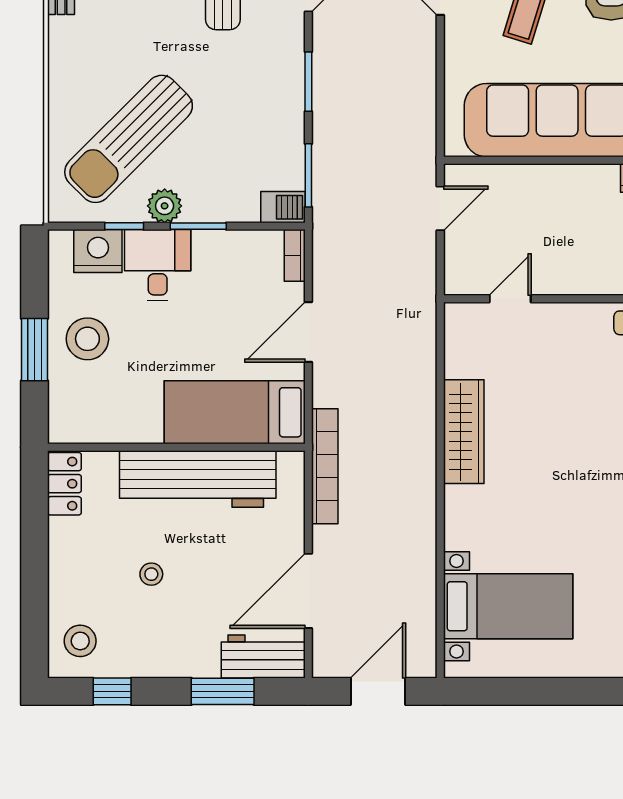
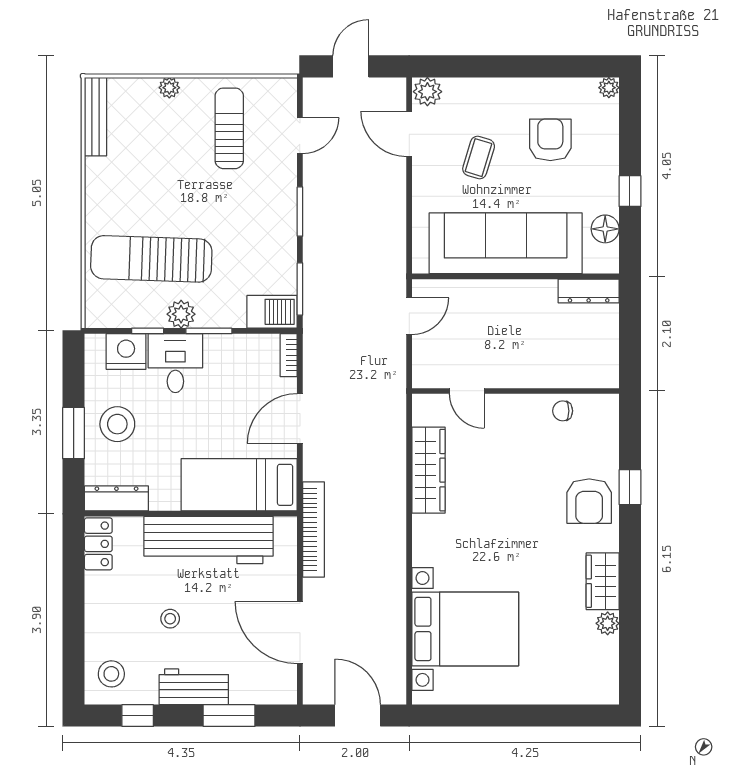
sun lounger: (129, 139) -> (151, 259), turned 47
barbecue: (283, 207) -> (272, 312), width x1.38, depth x1.27
door: (510, 299) -> (467, 391), swing flipped
dresser: (86, 429) -> (116, 498), added
wardrobe: (464, 432) -> (428, 470), moved
door: (308, 591) -> (300, 632), hinge flipped
bed with nightstands: (508, 606) -> (465, 629), width x1.36
workbench: (263, 657) -> (194, 687), moved
door: (378, 691) -> (358, 716), hinge flipped

